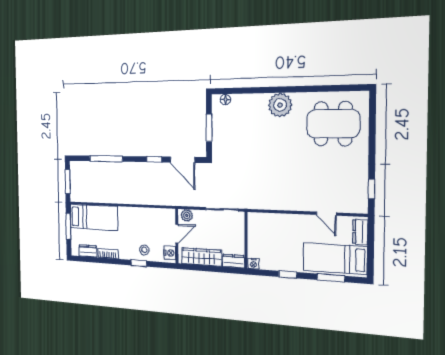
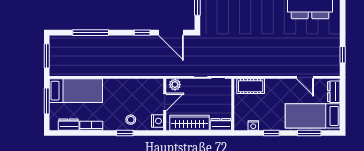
cot: (265, 221) -> (251, 86), added
nightstand: (254, 264) -> (253, 125), moved

